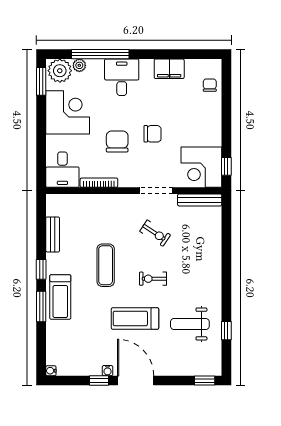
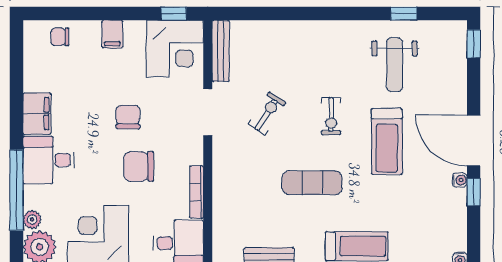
filing cabinet: (169, 69) -> (37, 114), moved
filing cabinet: (212, 123) -> (112, 34), added
door: (136, 380) -> (474, 141), hinge flipped

